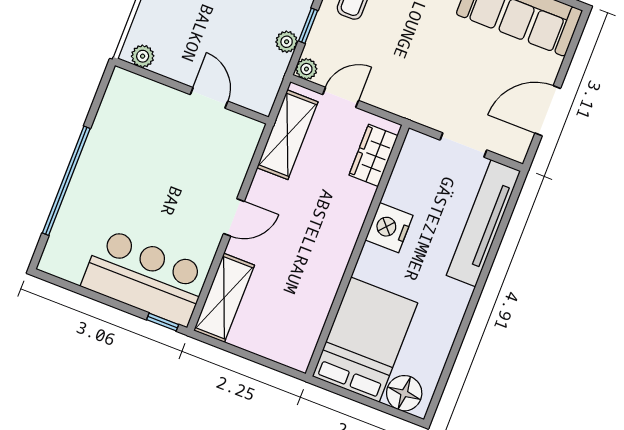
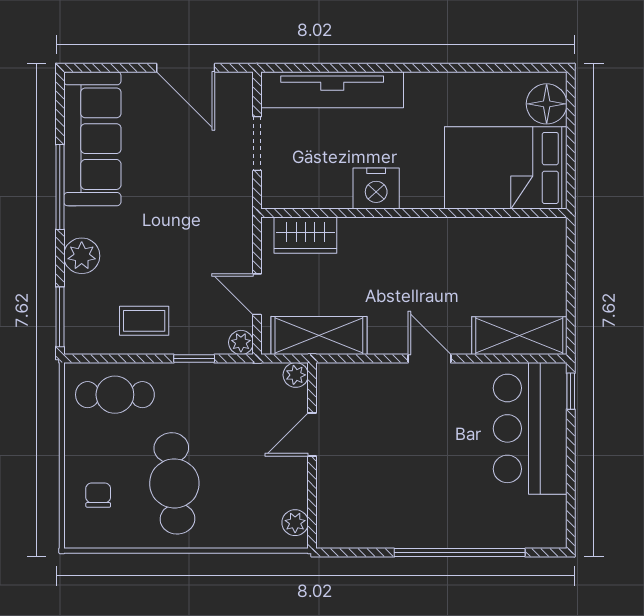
plant: (287, 42) -> (296, 375), moved

